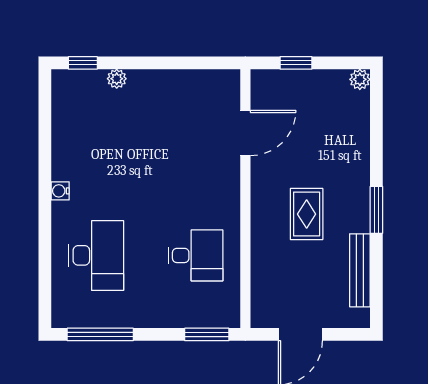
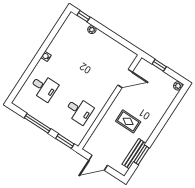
window: (376, 210) -> (142, 155), moved
rug: (307, 214) -> (128, 121), turned 90
desk: (96, 255) -> (44, 88), width x0.73
window: (100, 334) -> (38, 123), moved

